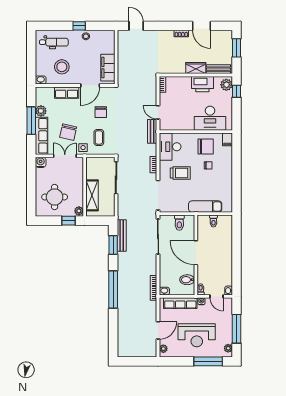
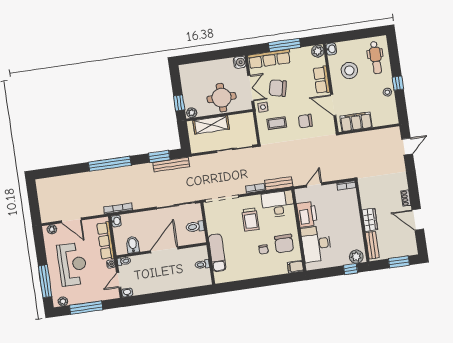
door: (202, 26) -> (418, 219), hinge flipped
printer: (202, 84) -> (307, 214), moved, turned 180
plant: (41, 111) -> (318, 51), moved
bench: (152, 131) -> (279, 183), moved
round table: (55, 197) -> (222, 98), moved
reception desk: (197, 335) -> (72, 264), turned 180

